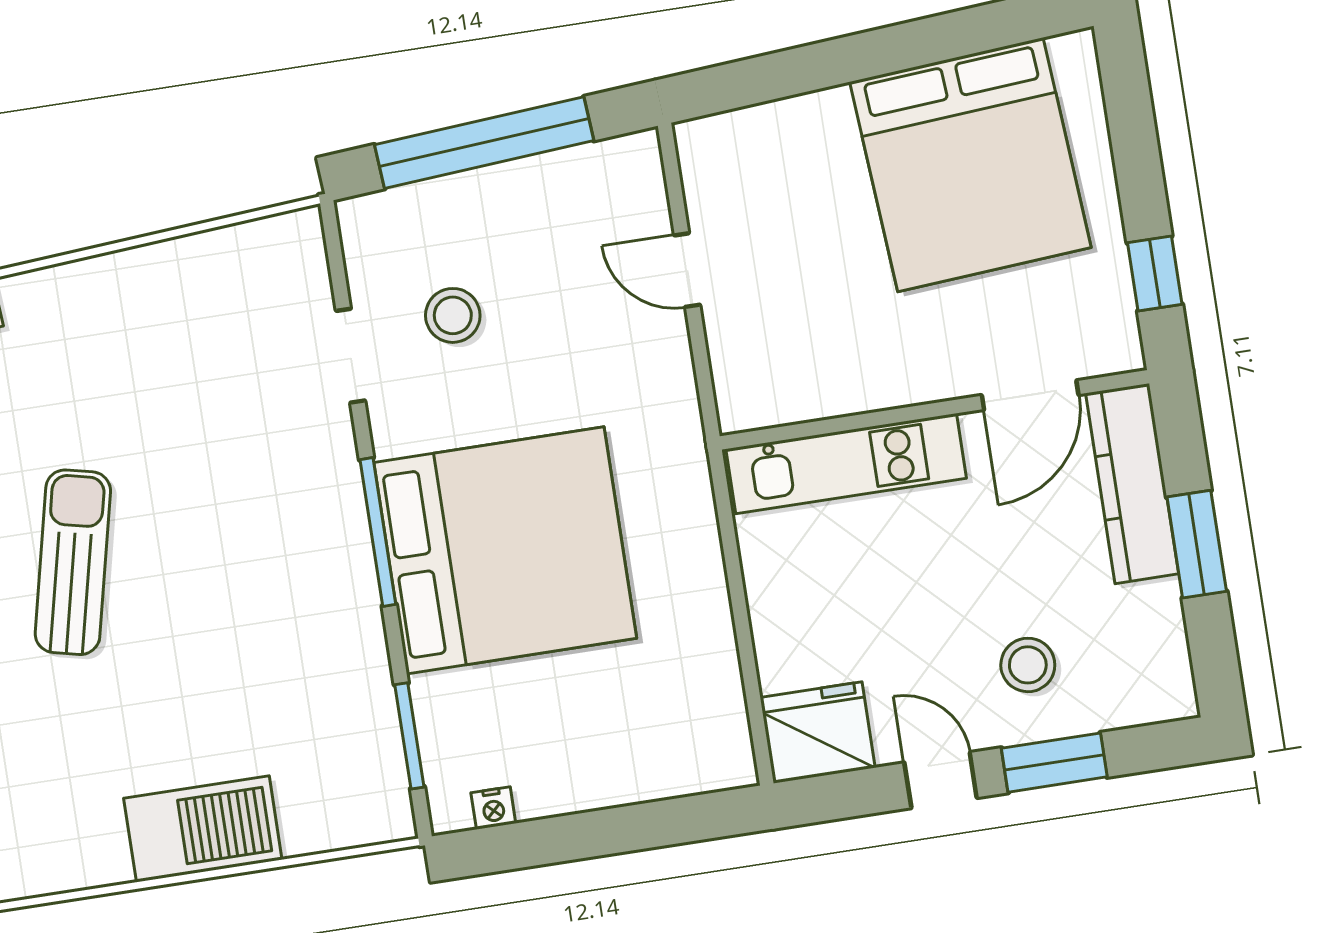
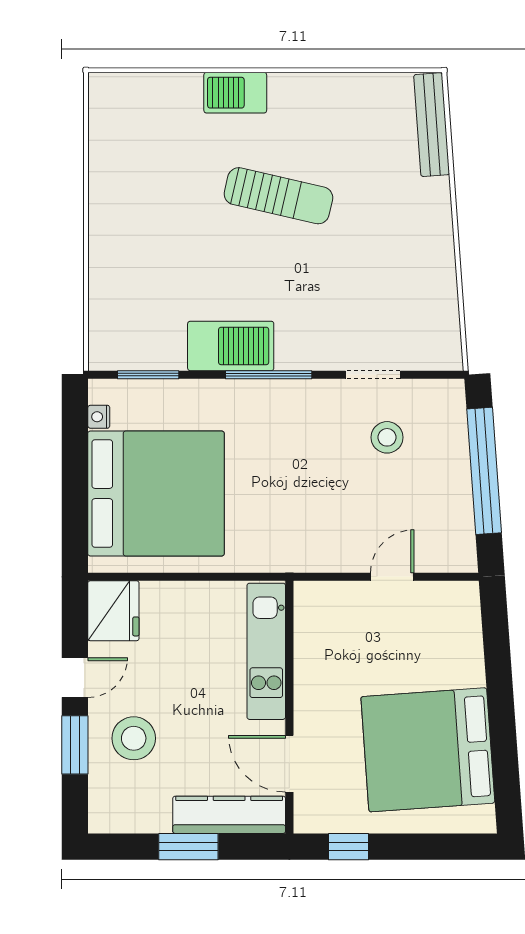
bed: (505, 550) -> (156, 493), moved, turned -90
stool: (1028, 665) -> (134, 738), width x1.38, depth x1.38
barbecue: (203, 829) -> (231, 346), moved, turned -90

